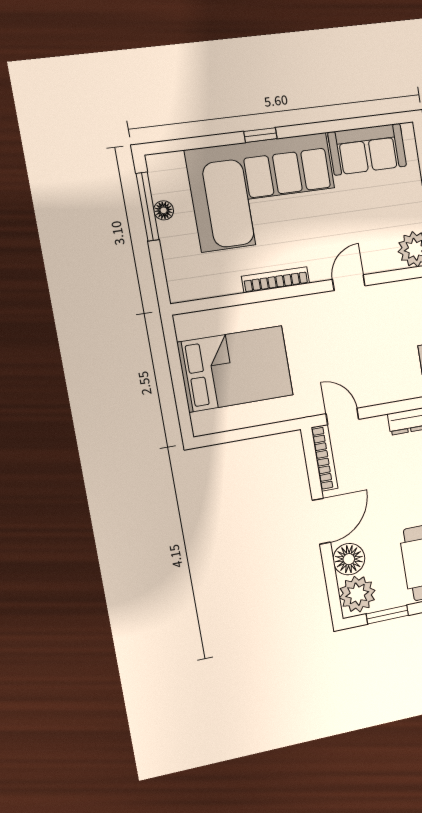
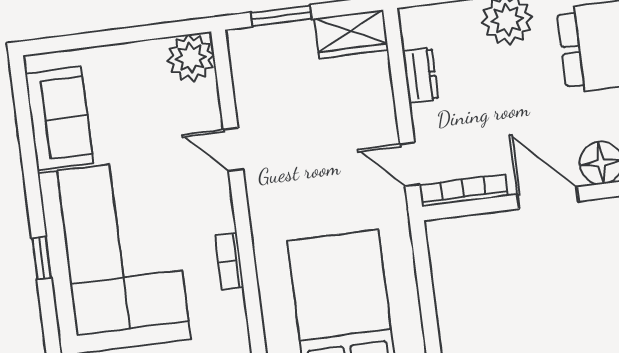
bookcase: (276, 280) -> (229, 261), width x0.64
door: (342, 417) -> (410, 164), hinge flipped

